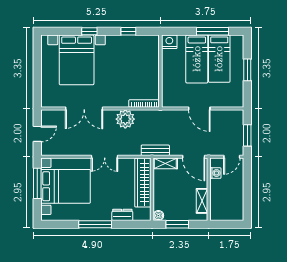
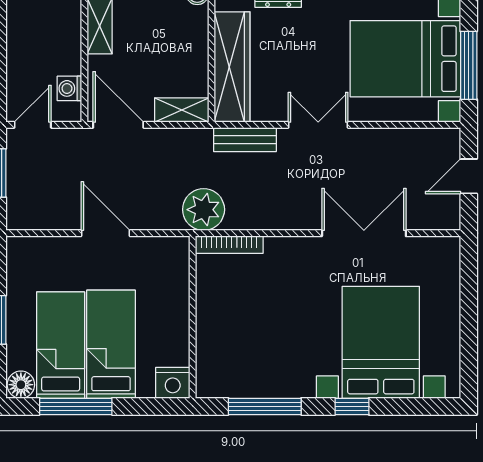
window: (128, 31) -> (265, 406), width x2.17
floor lamp: (237, 41) -> (21, 385), added
plant: (125, 119) -> (204, 210), moved
bench: (155, 150) -> (245, 140), moved

